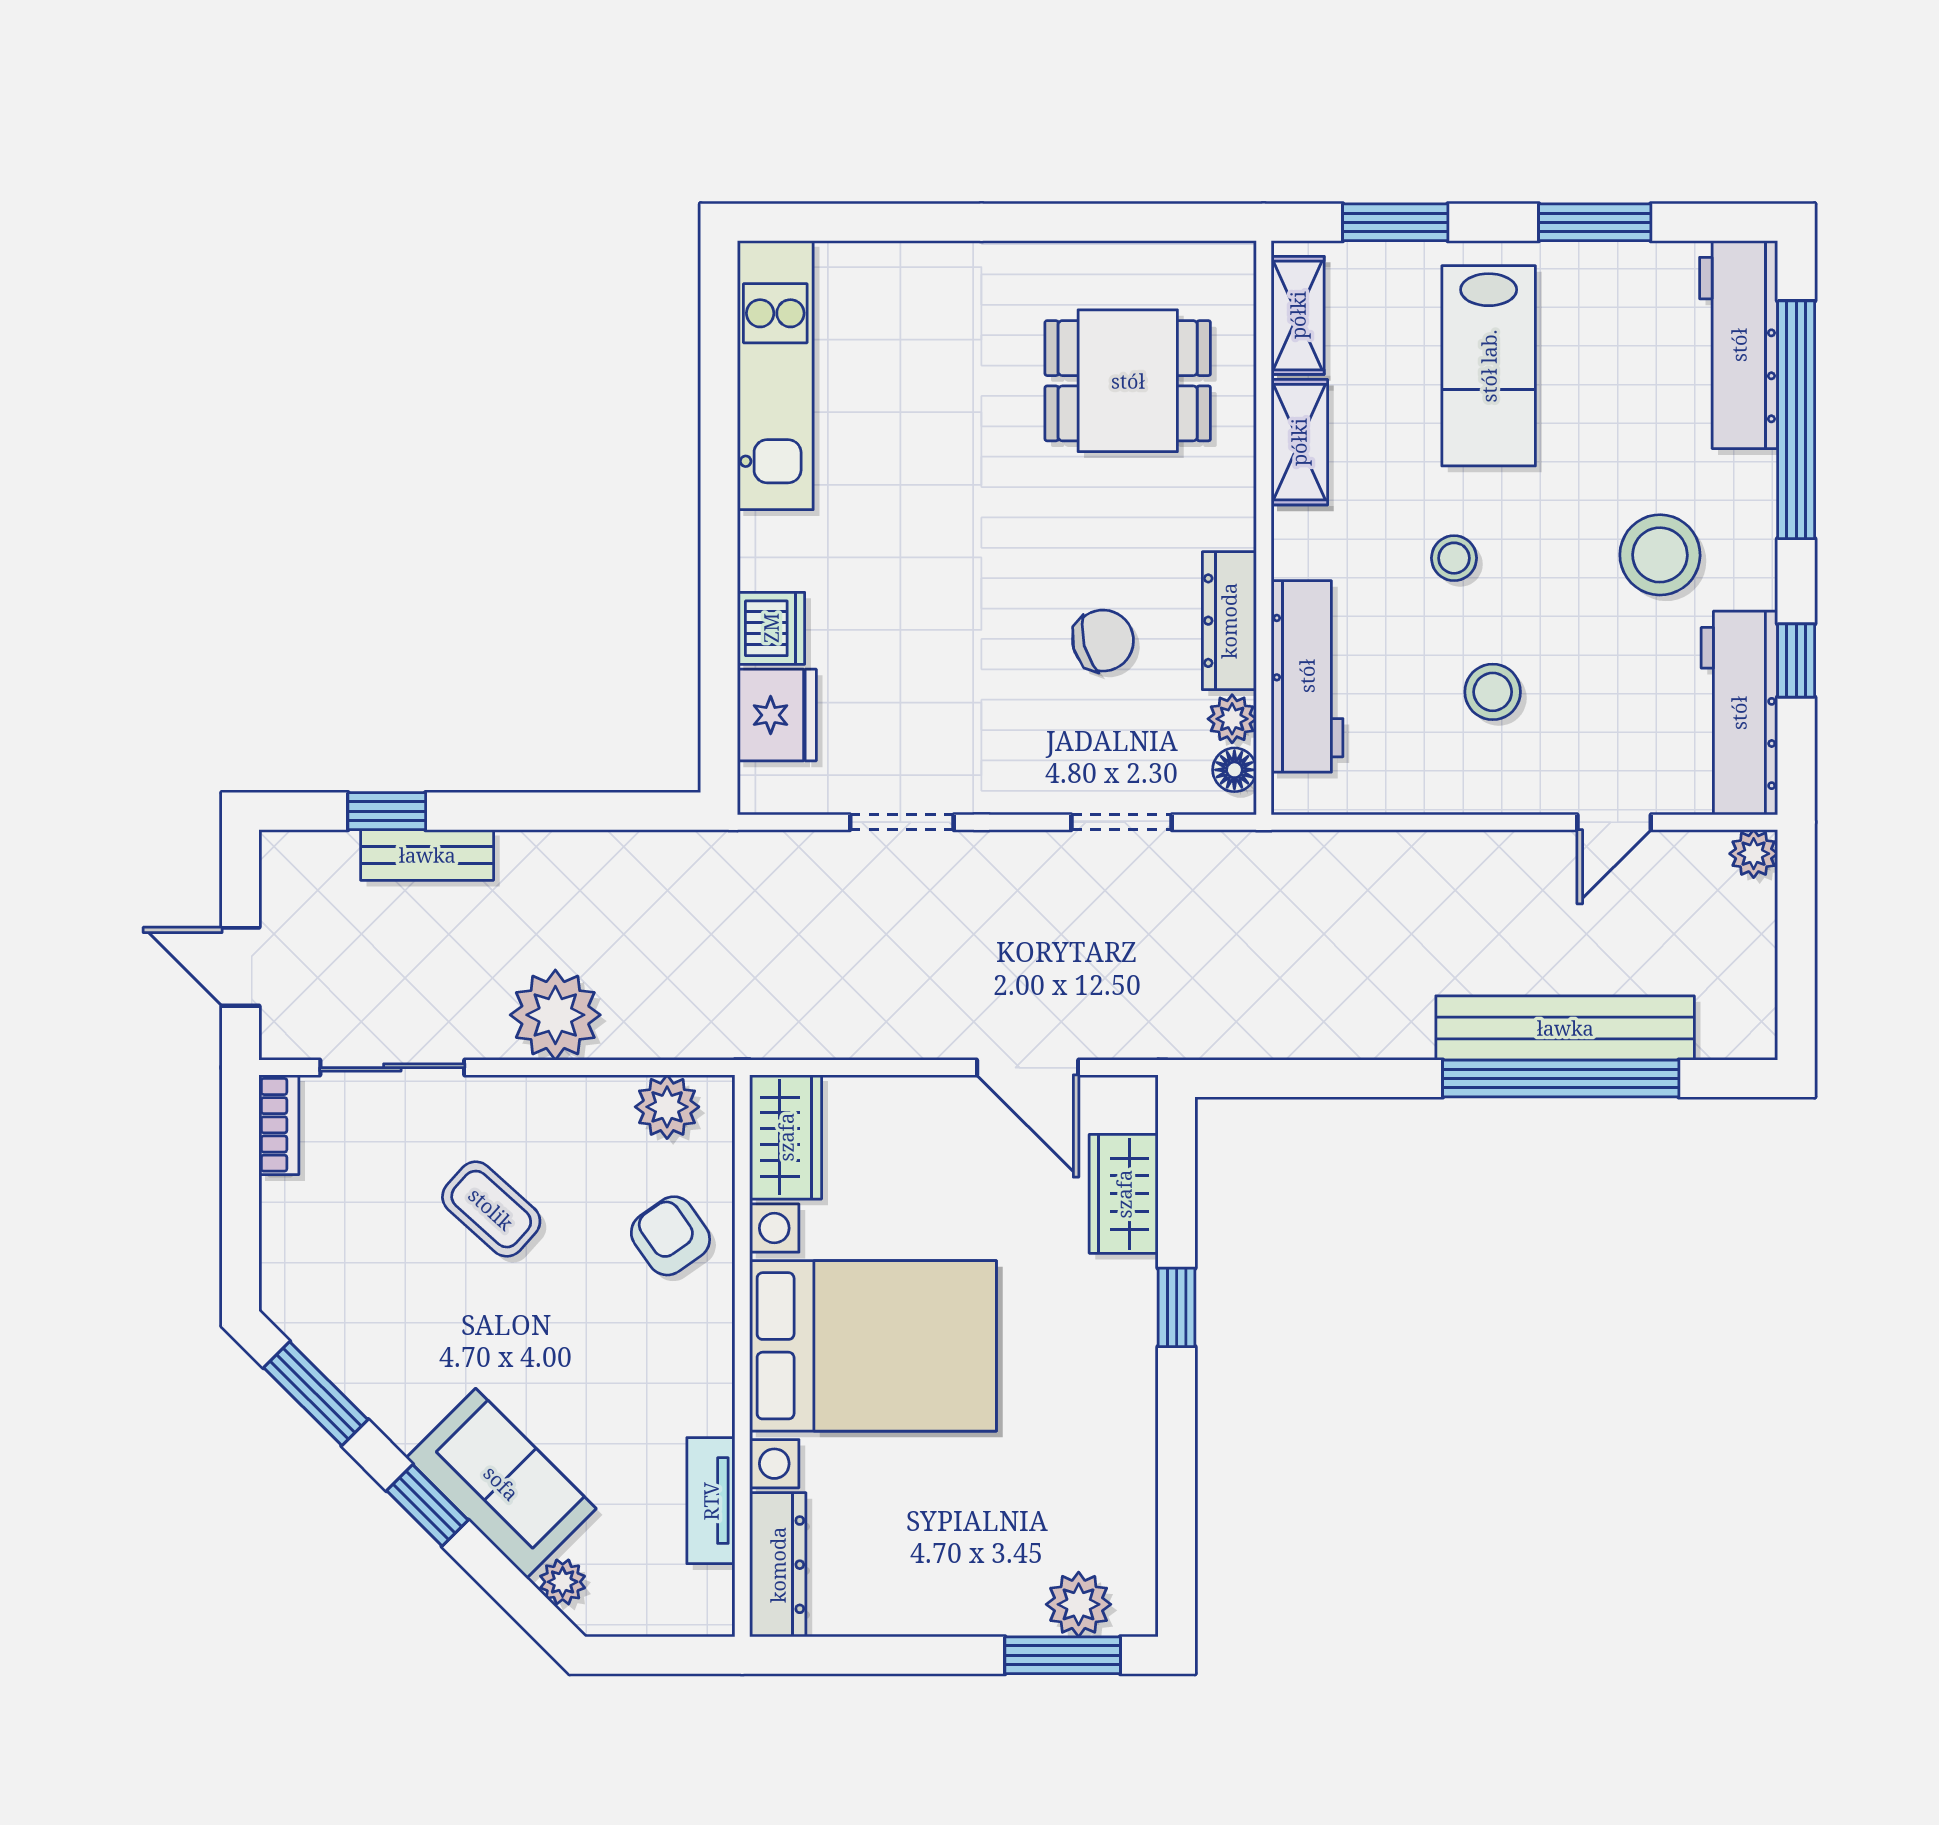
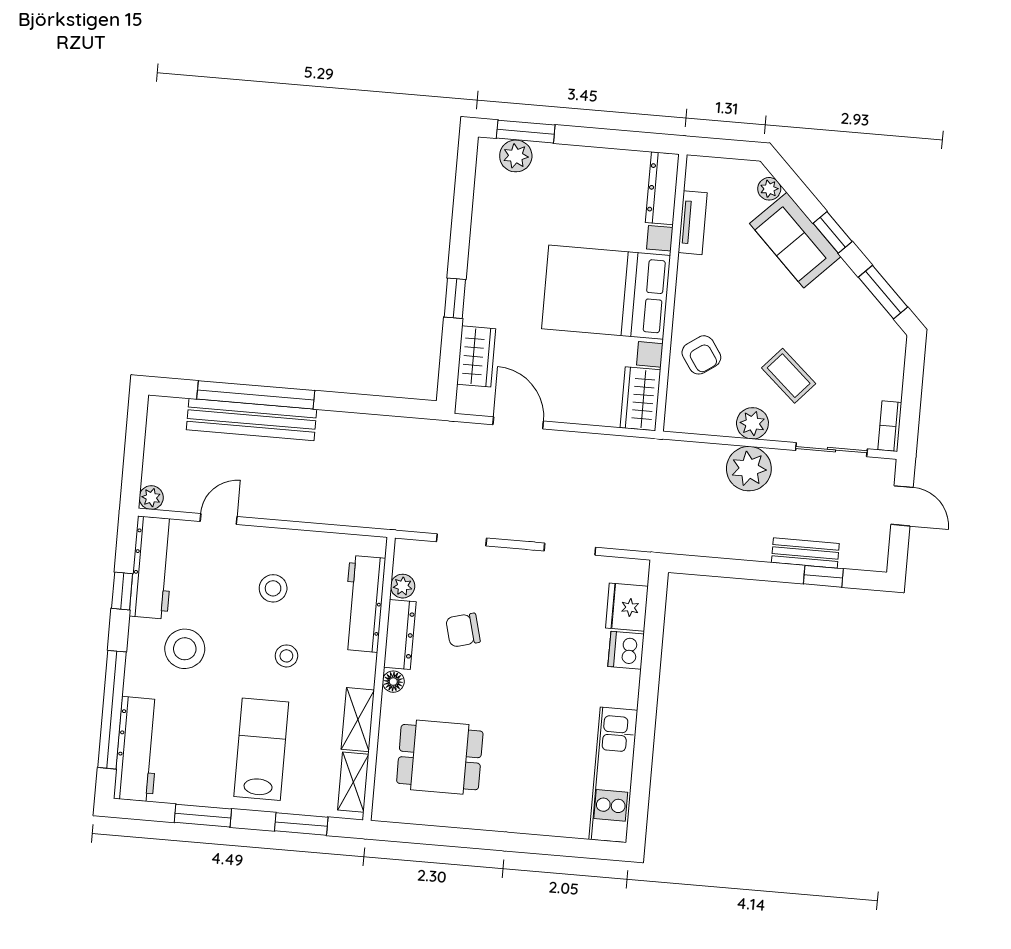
floor lamp: (1234, 770) -> (393, 682), moved
plant: (667, 1107) -> (752, 423), moved

